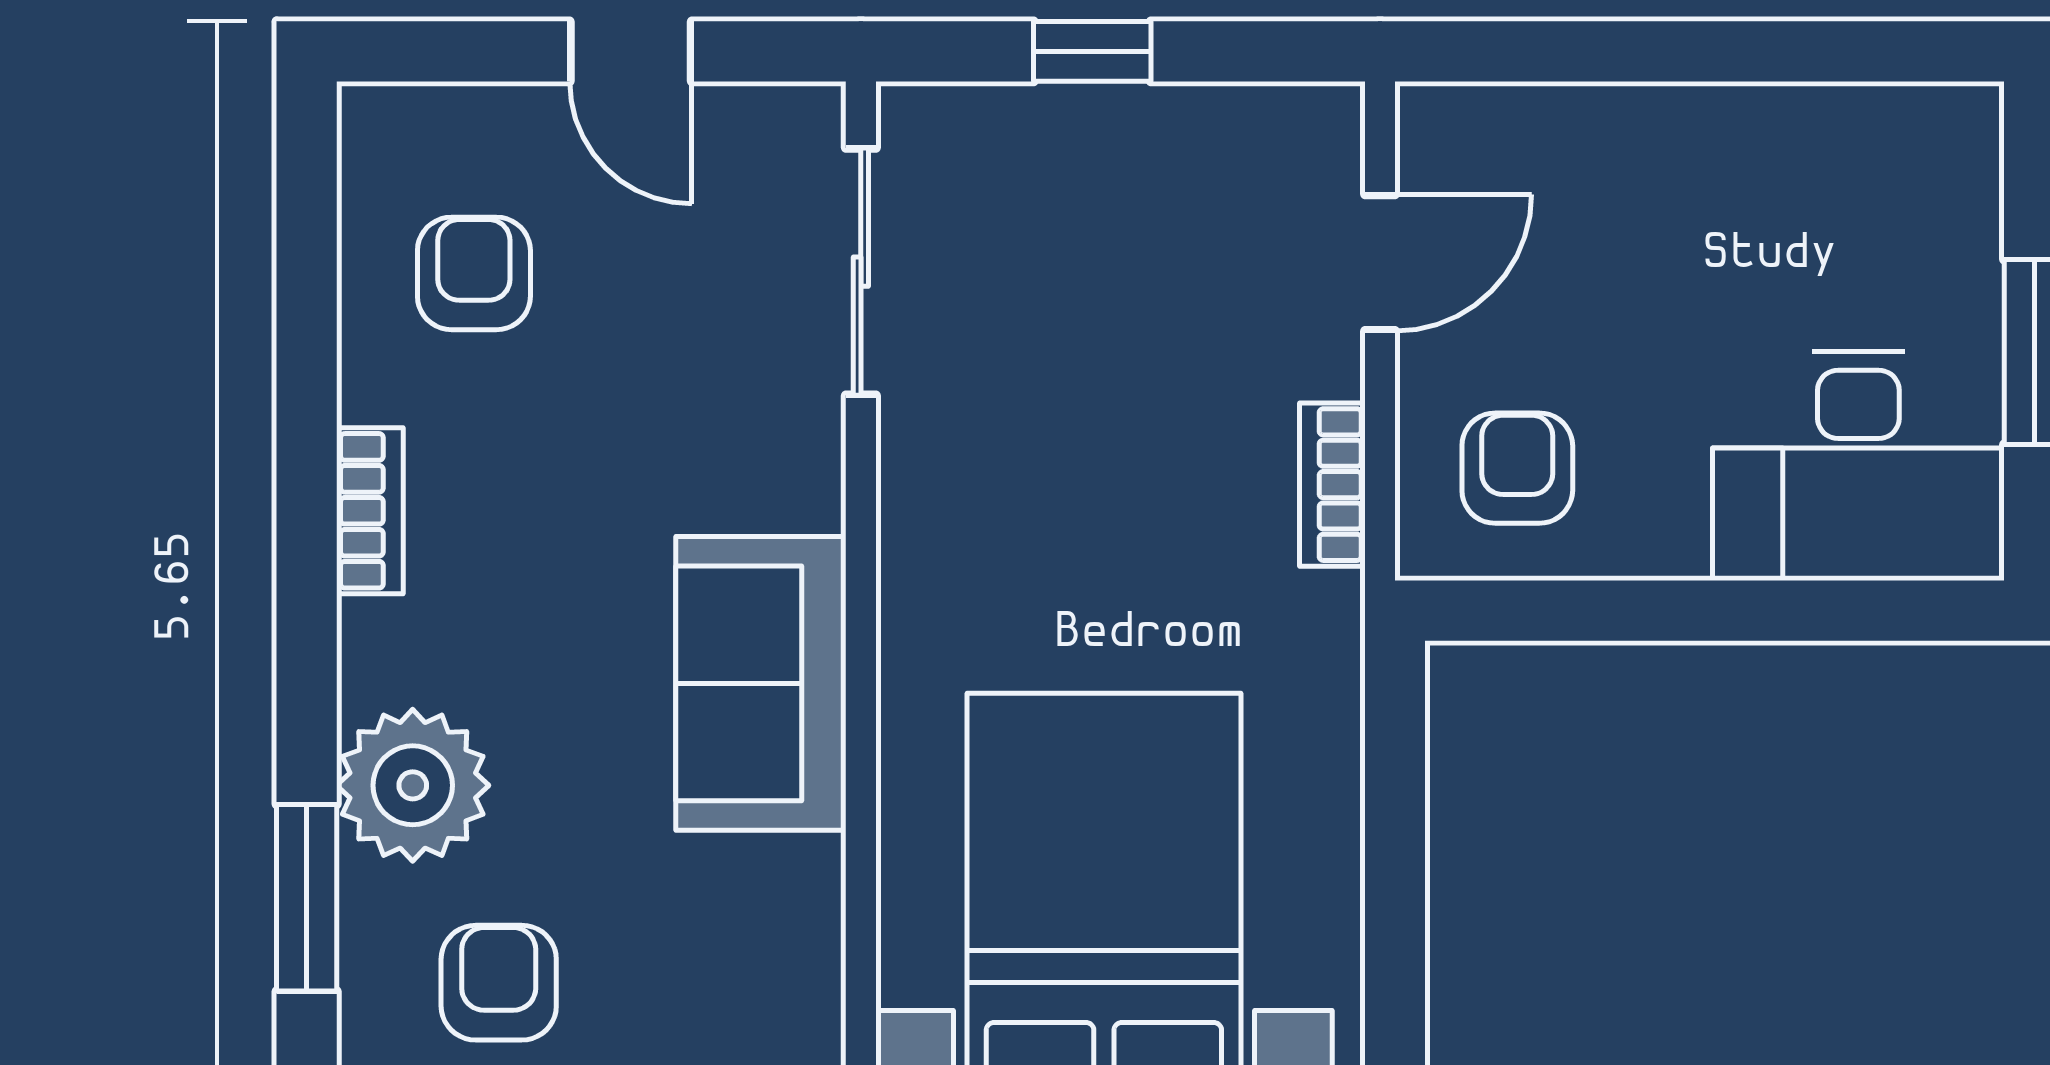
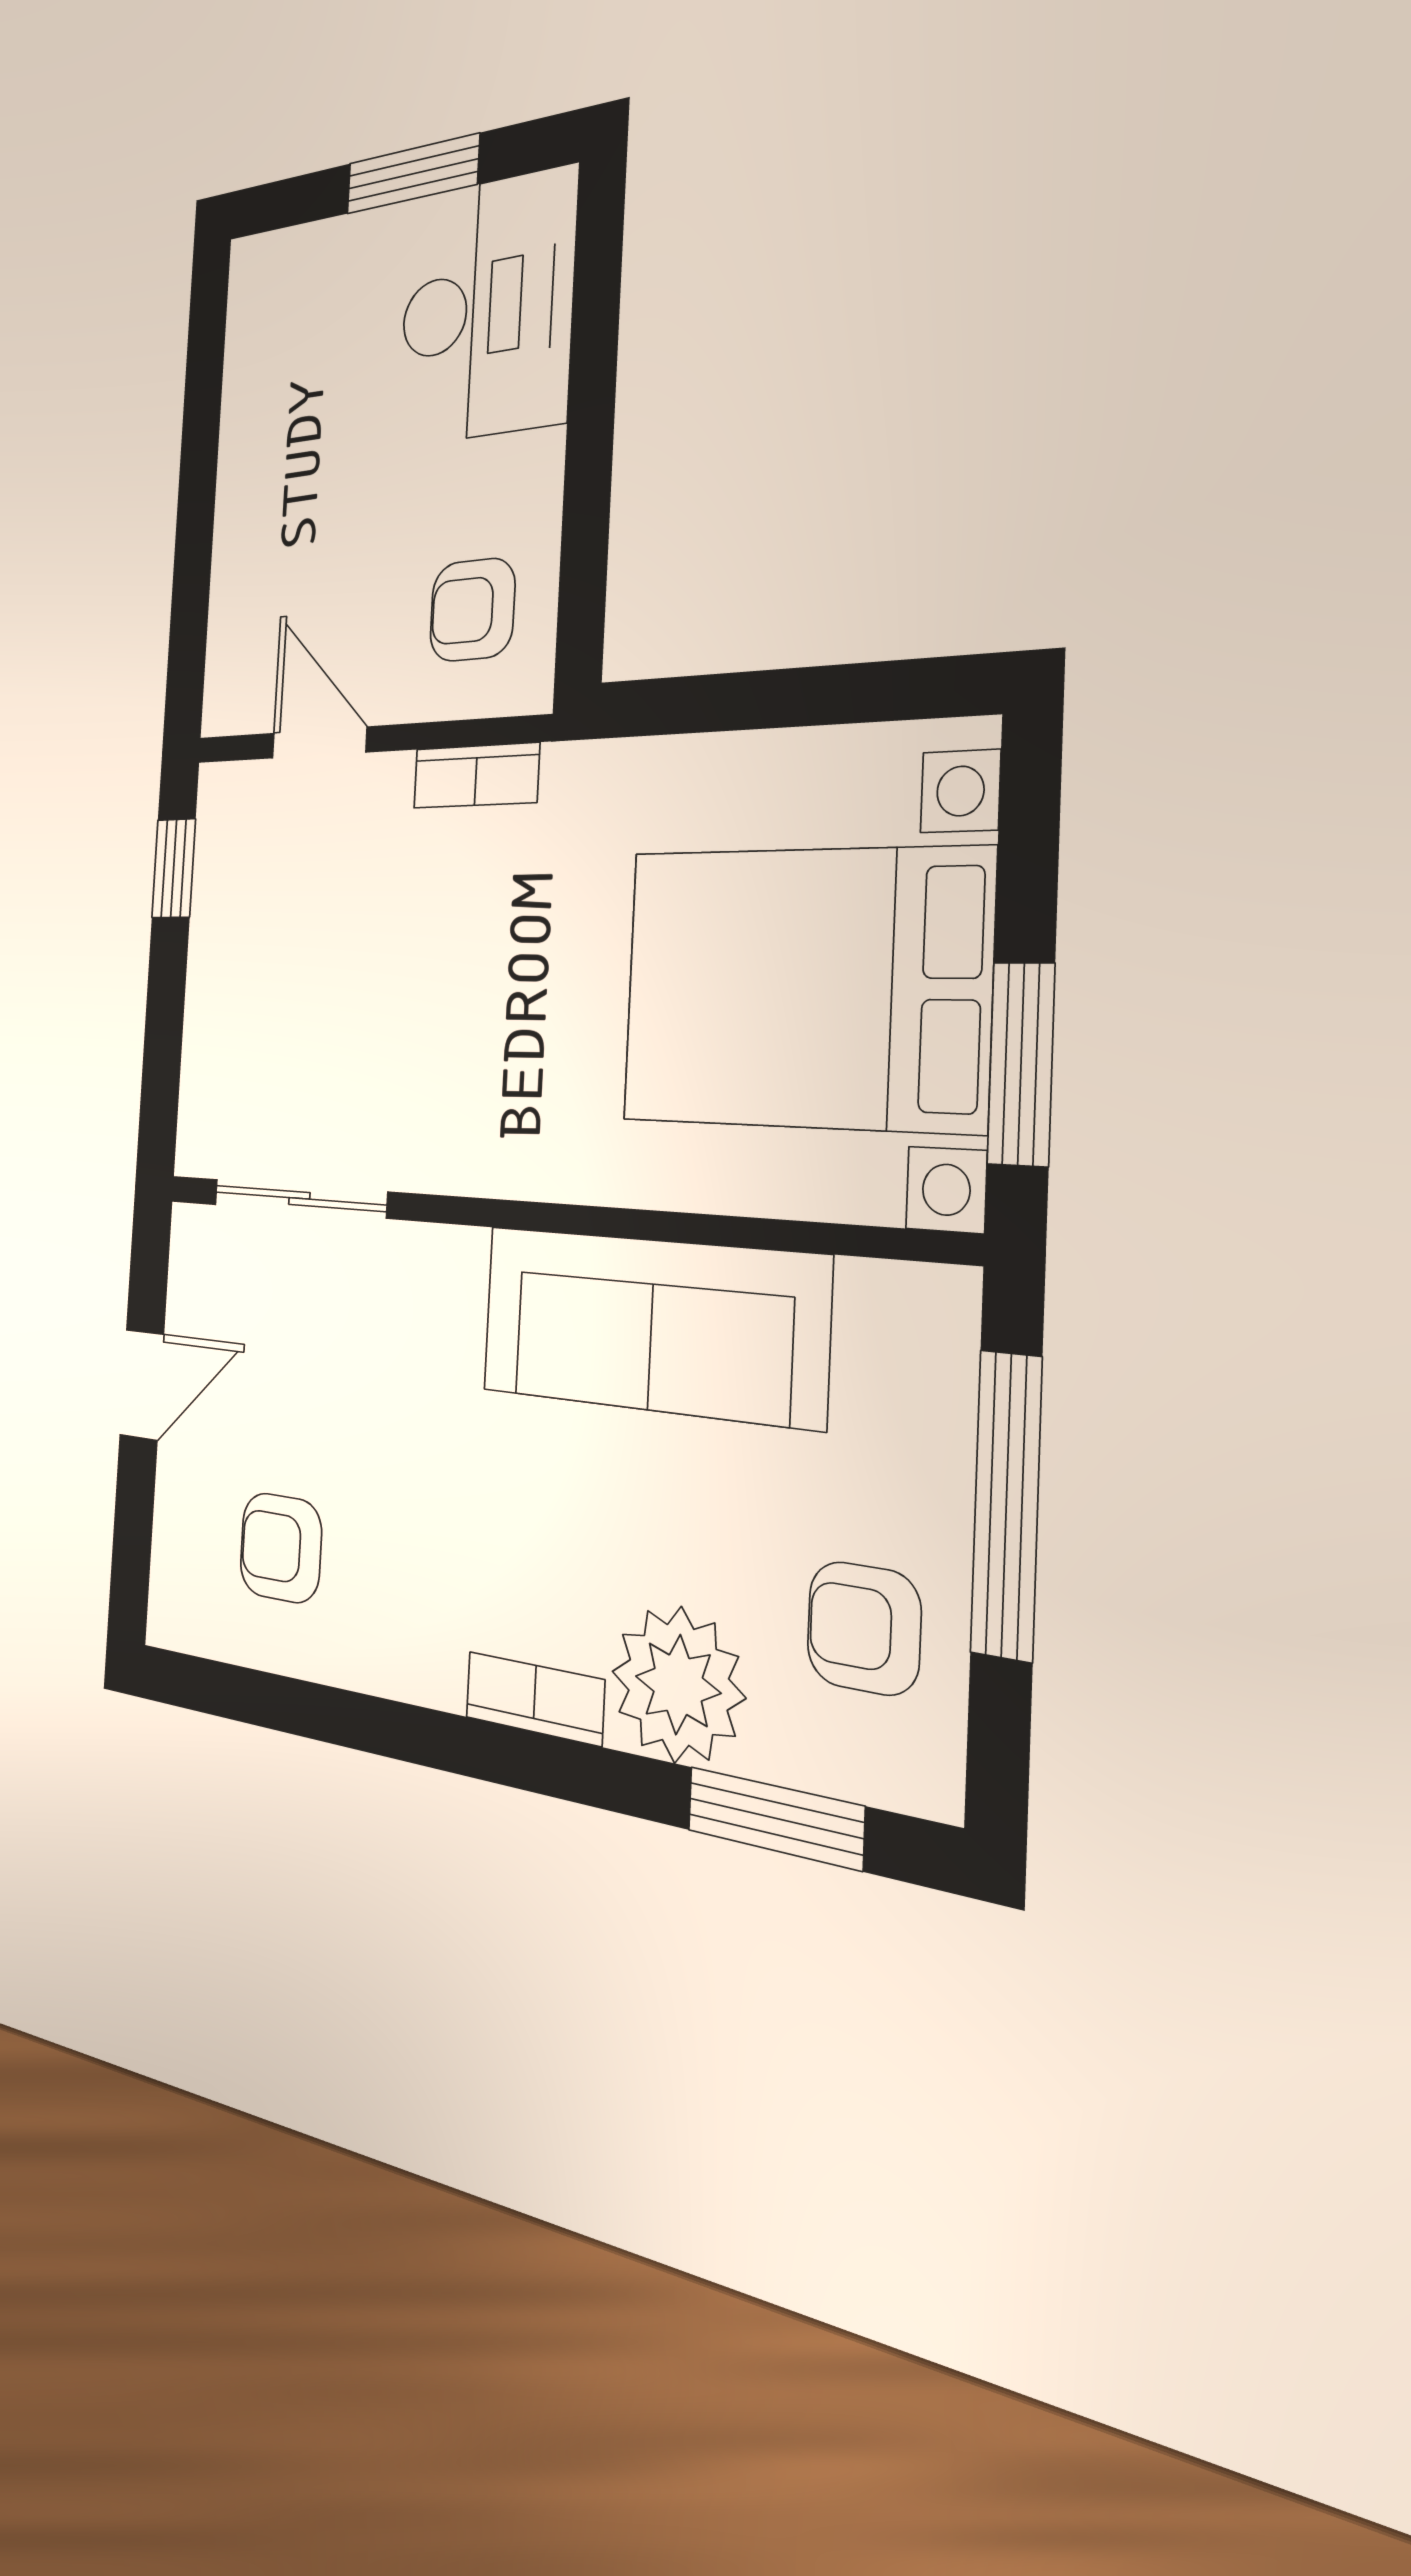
window: (1092, 51) -> (174, 868), moved
bookcase: (370, 511) -> (535, 1699), moved
sofa: (761, 683) -> (651, 1325), width x1.36

